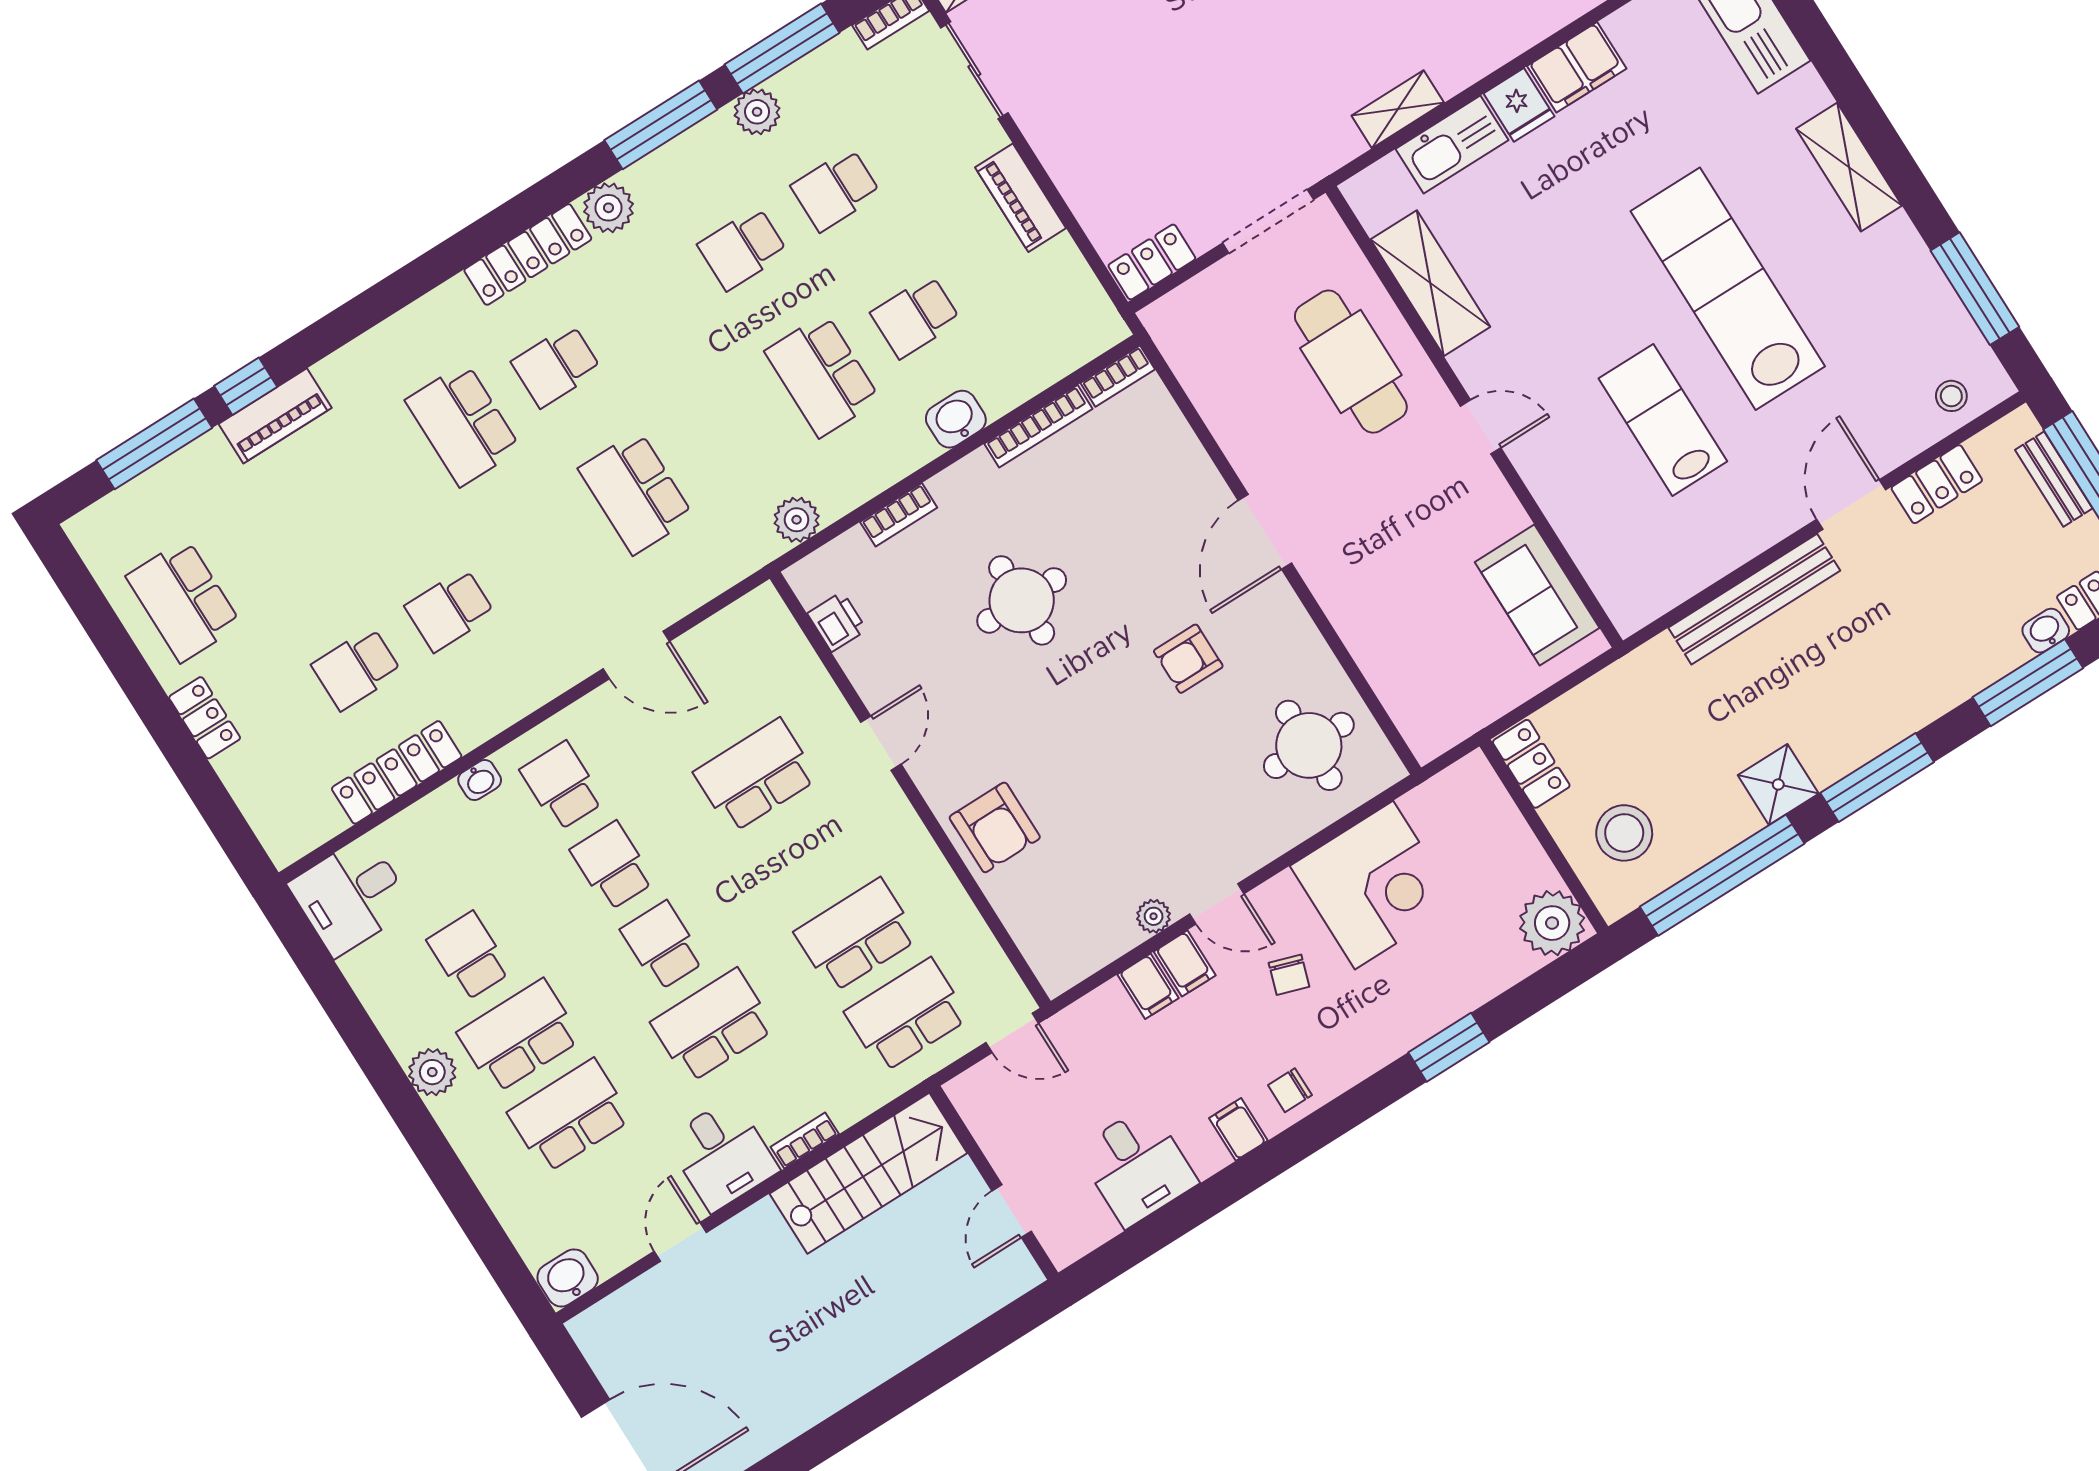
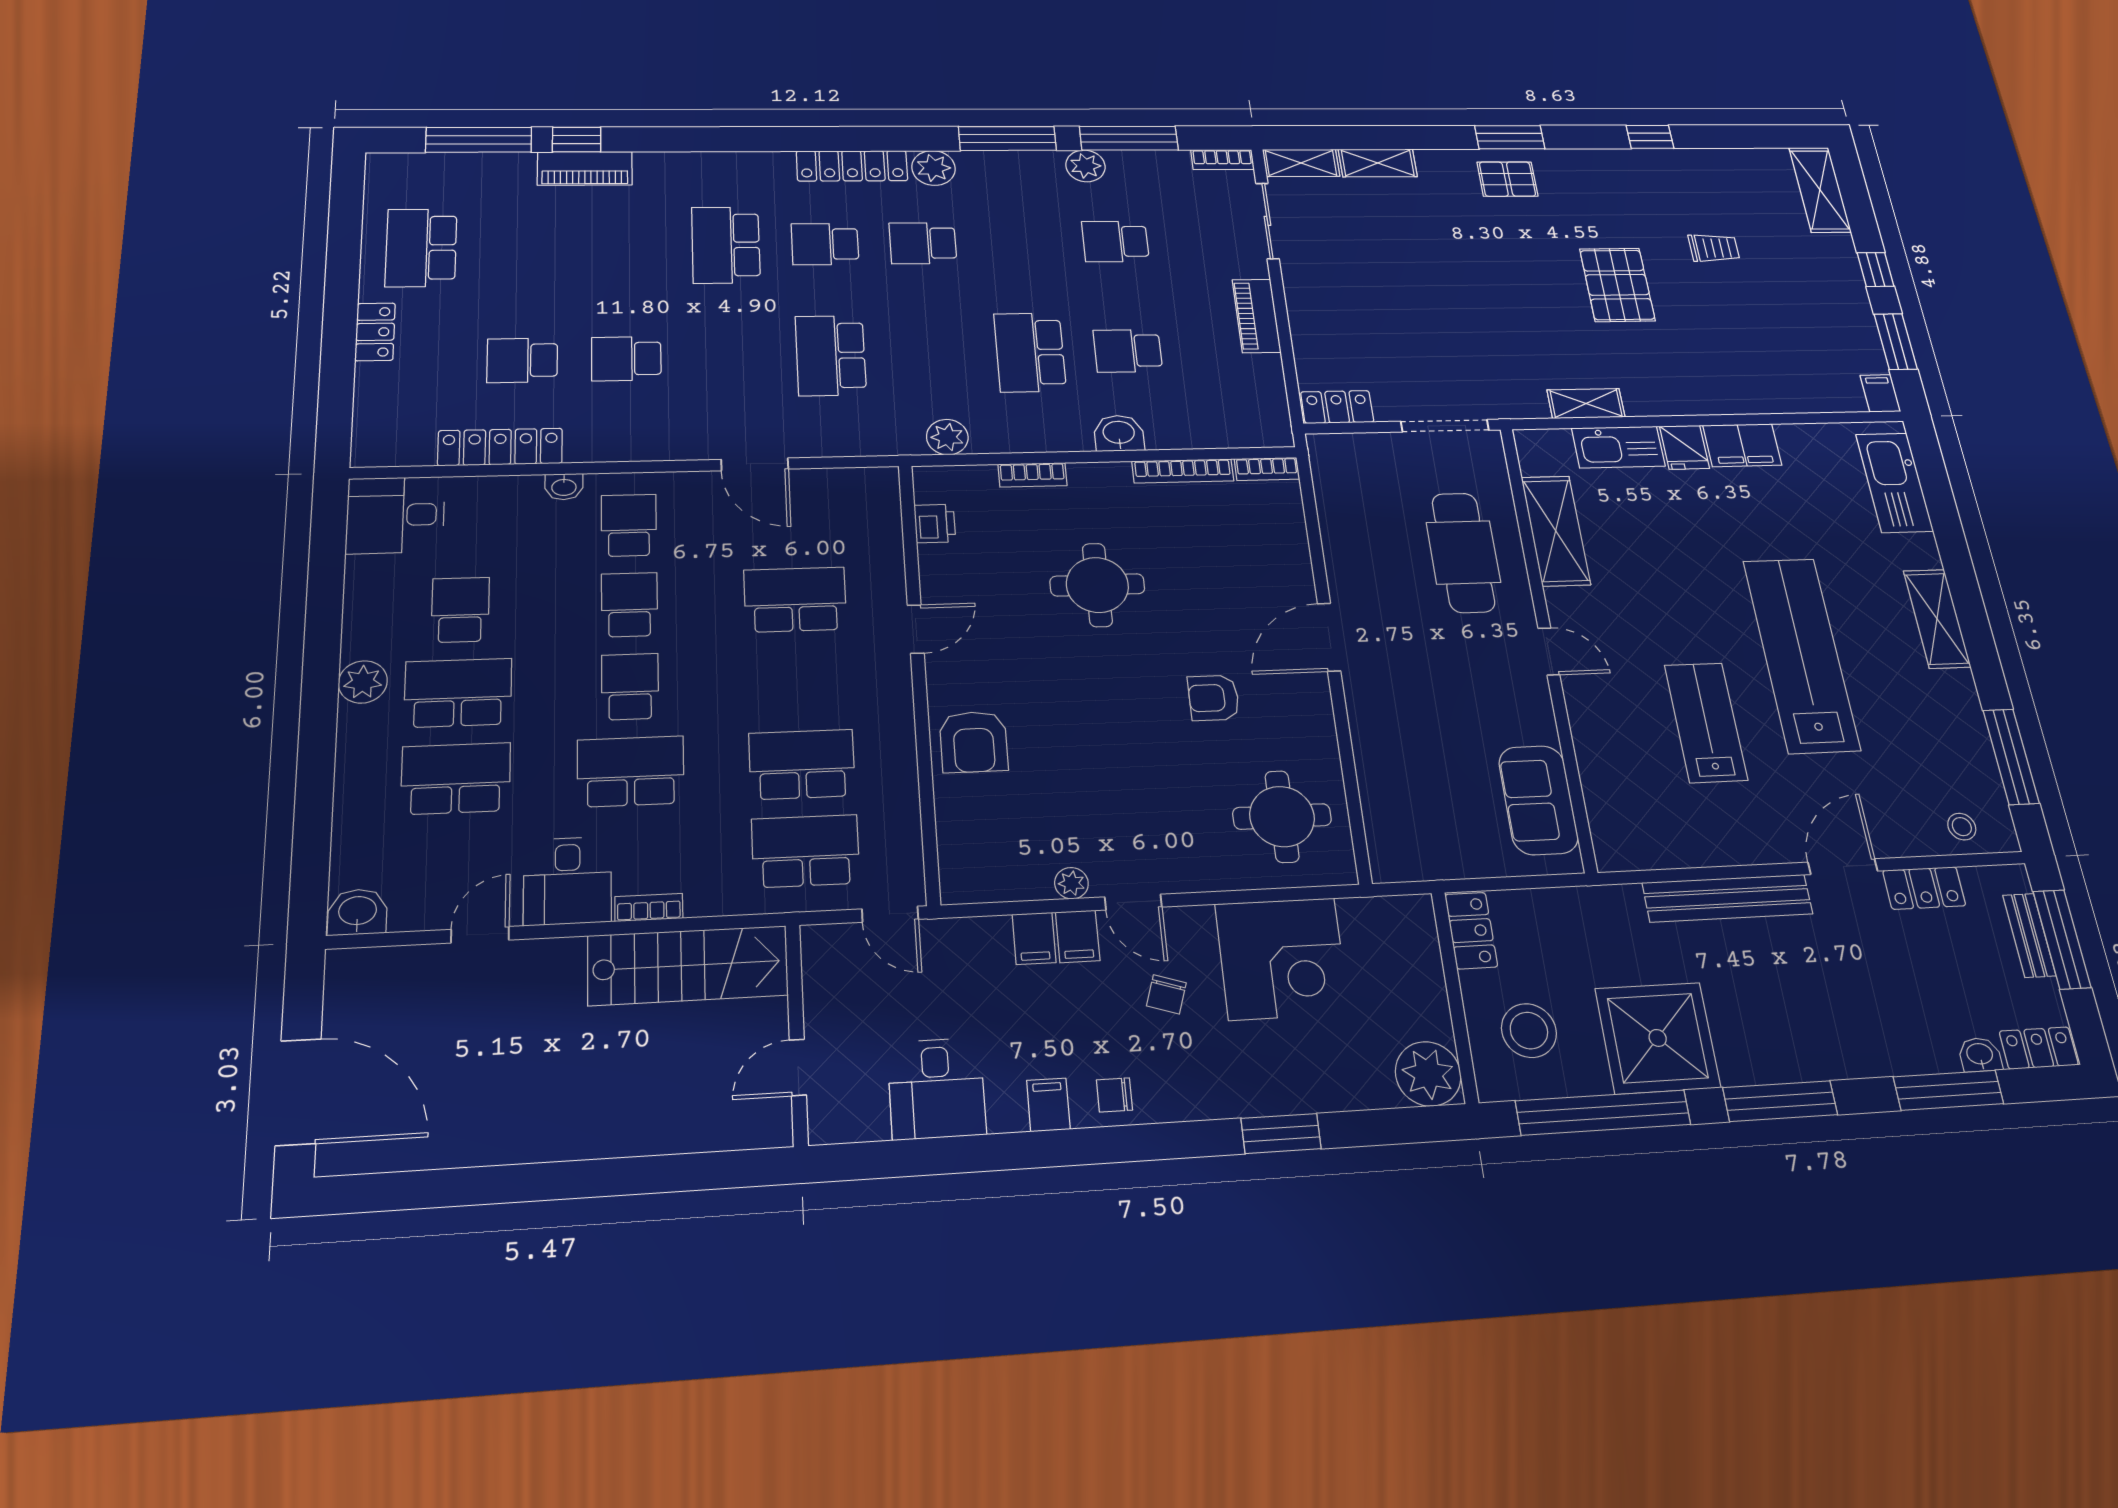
school desk: (743, 249) -> (923, 243), moved
shower: (1778, 784) -> (1658, 1038), width x1.86, depth x1.86

